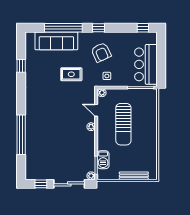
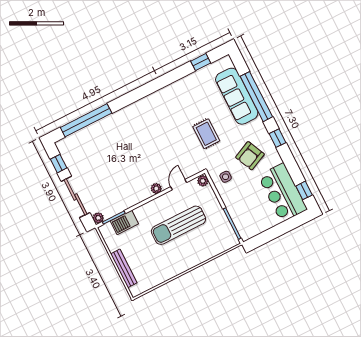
bar counter: (146, 64) -> (283, 193), moved, turned -90
window: (21, 66) -> (201, 62), moved
window: (21, 135) -> (86, 120), moved

